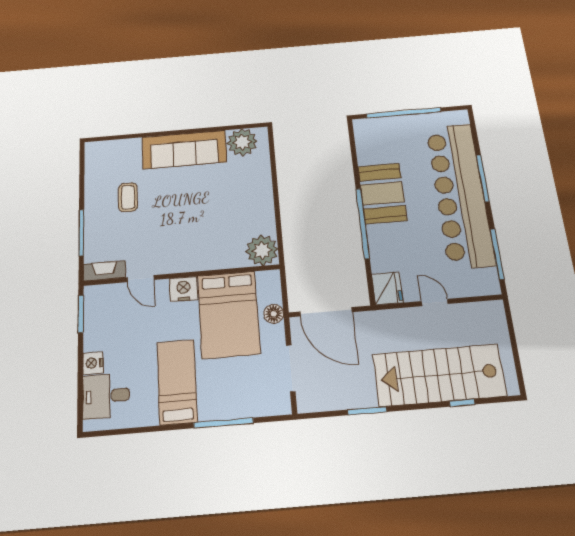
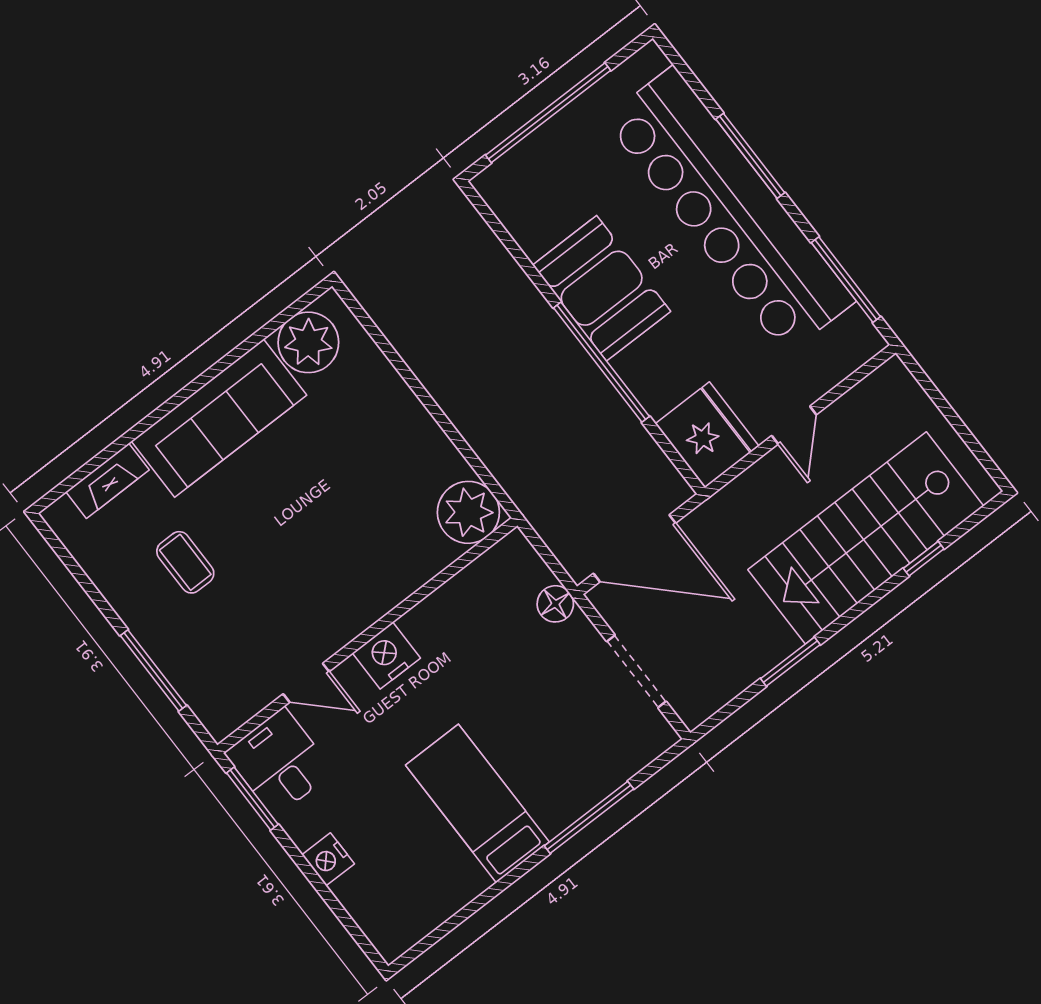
fireplace: (104, 271) -> (107, 481), moved, turned 180
fridge: (387, 288) -> (707, 435), width x1.36, depth x1.34
door: (435, 303) -> (794, 425), swing flipped
bed: (229, 314) -> (486, 650), removed
desk: (106, 396) -> (279, 762), moved, turned 90

